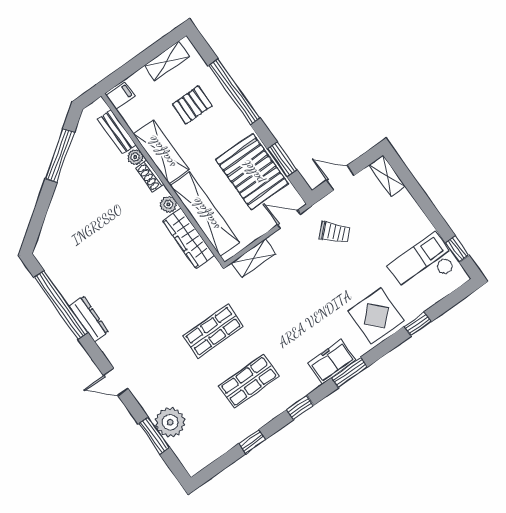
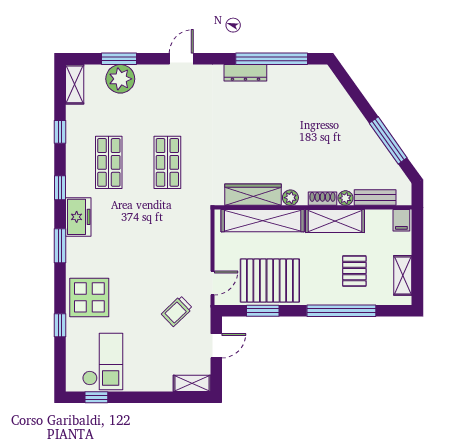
shelving: (254, 258) -> (75, 84), moved
freezer: (332, 362) -> (78, 217), moved

